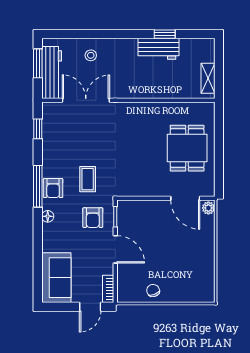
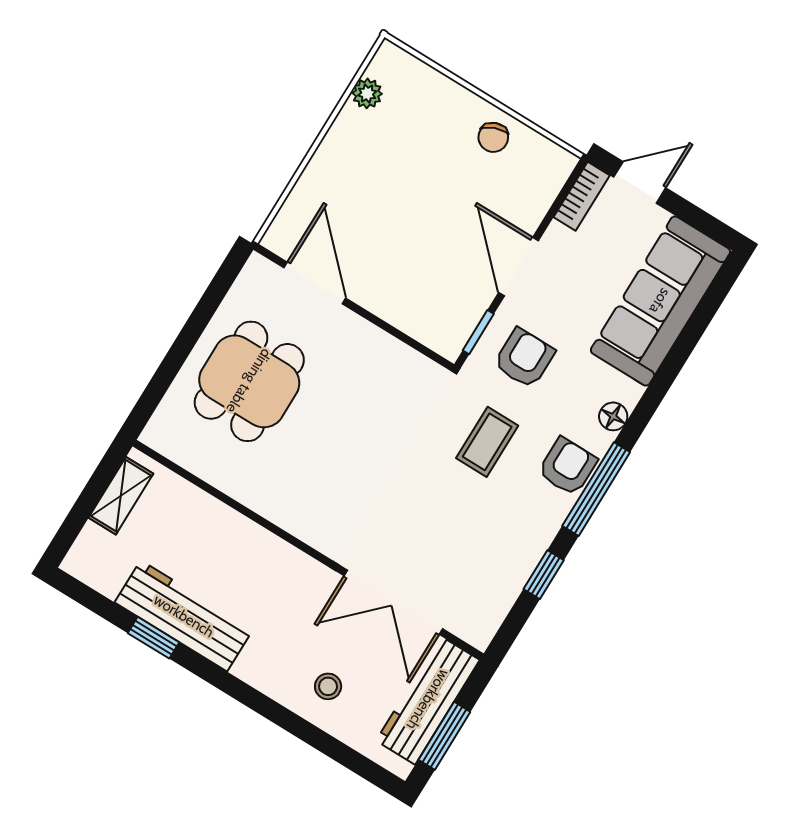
workbench: (159, 49) -> (184, 616), width x1.38
window: (38, 129) -> (544, 575), moved
plant: (208, 208) -> (367, 93), moved
sofa: (56, 278) -> (660, 301), width x1.36

